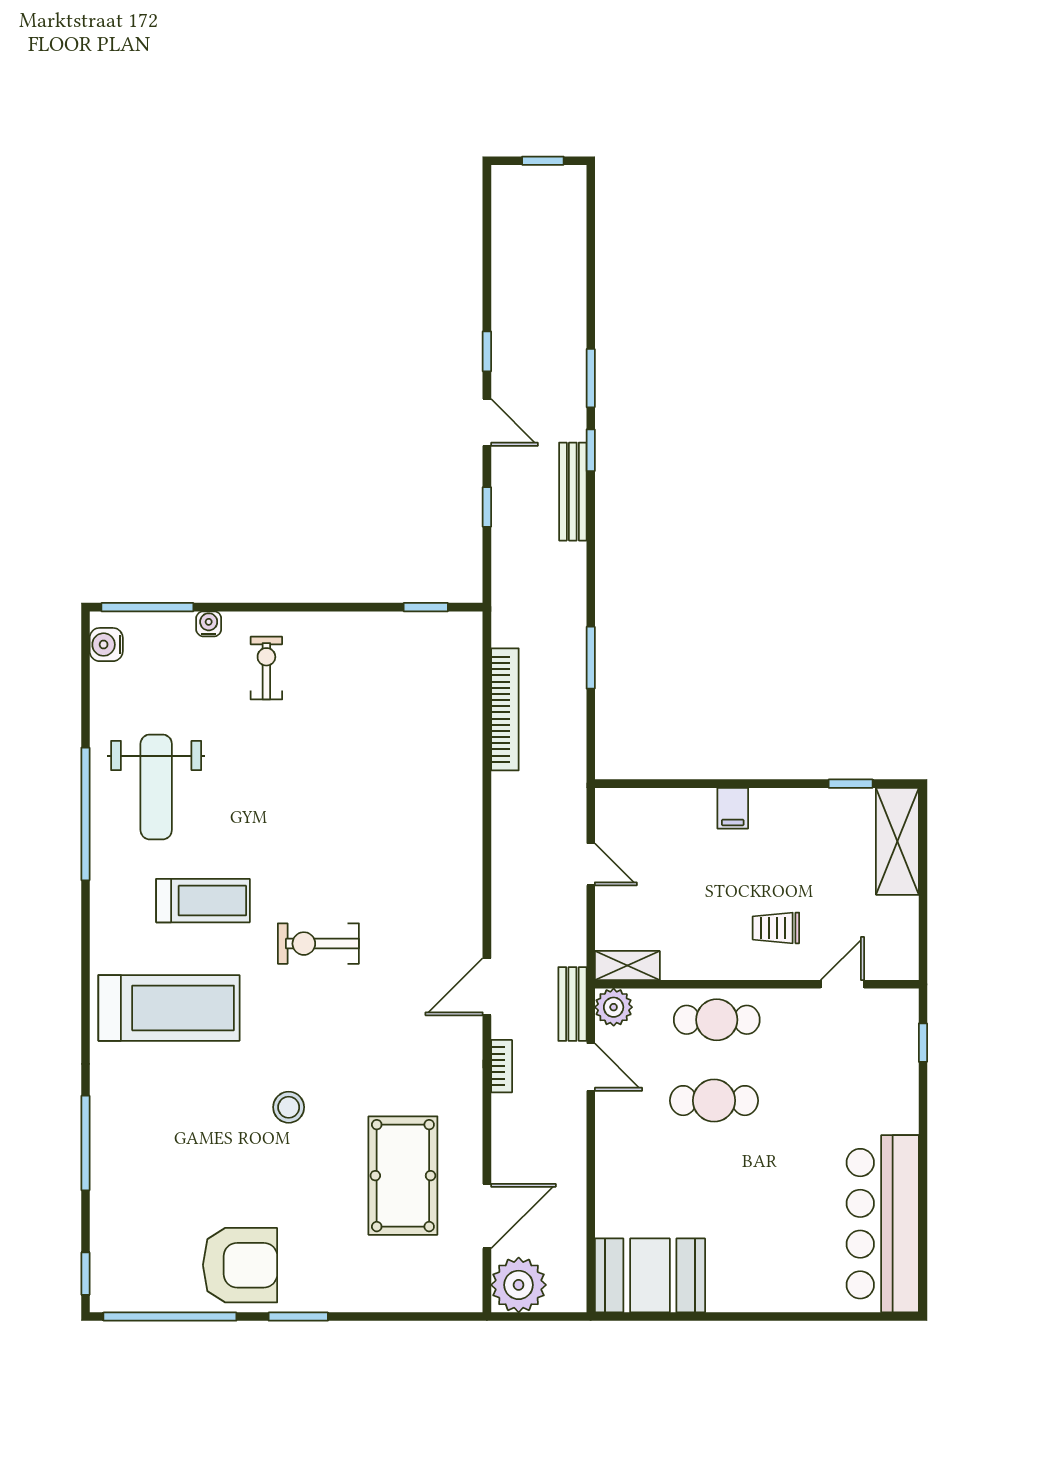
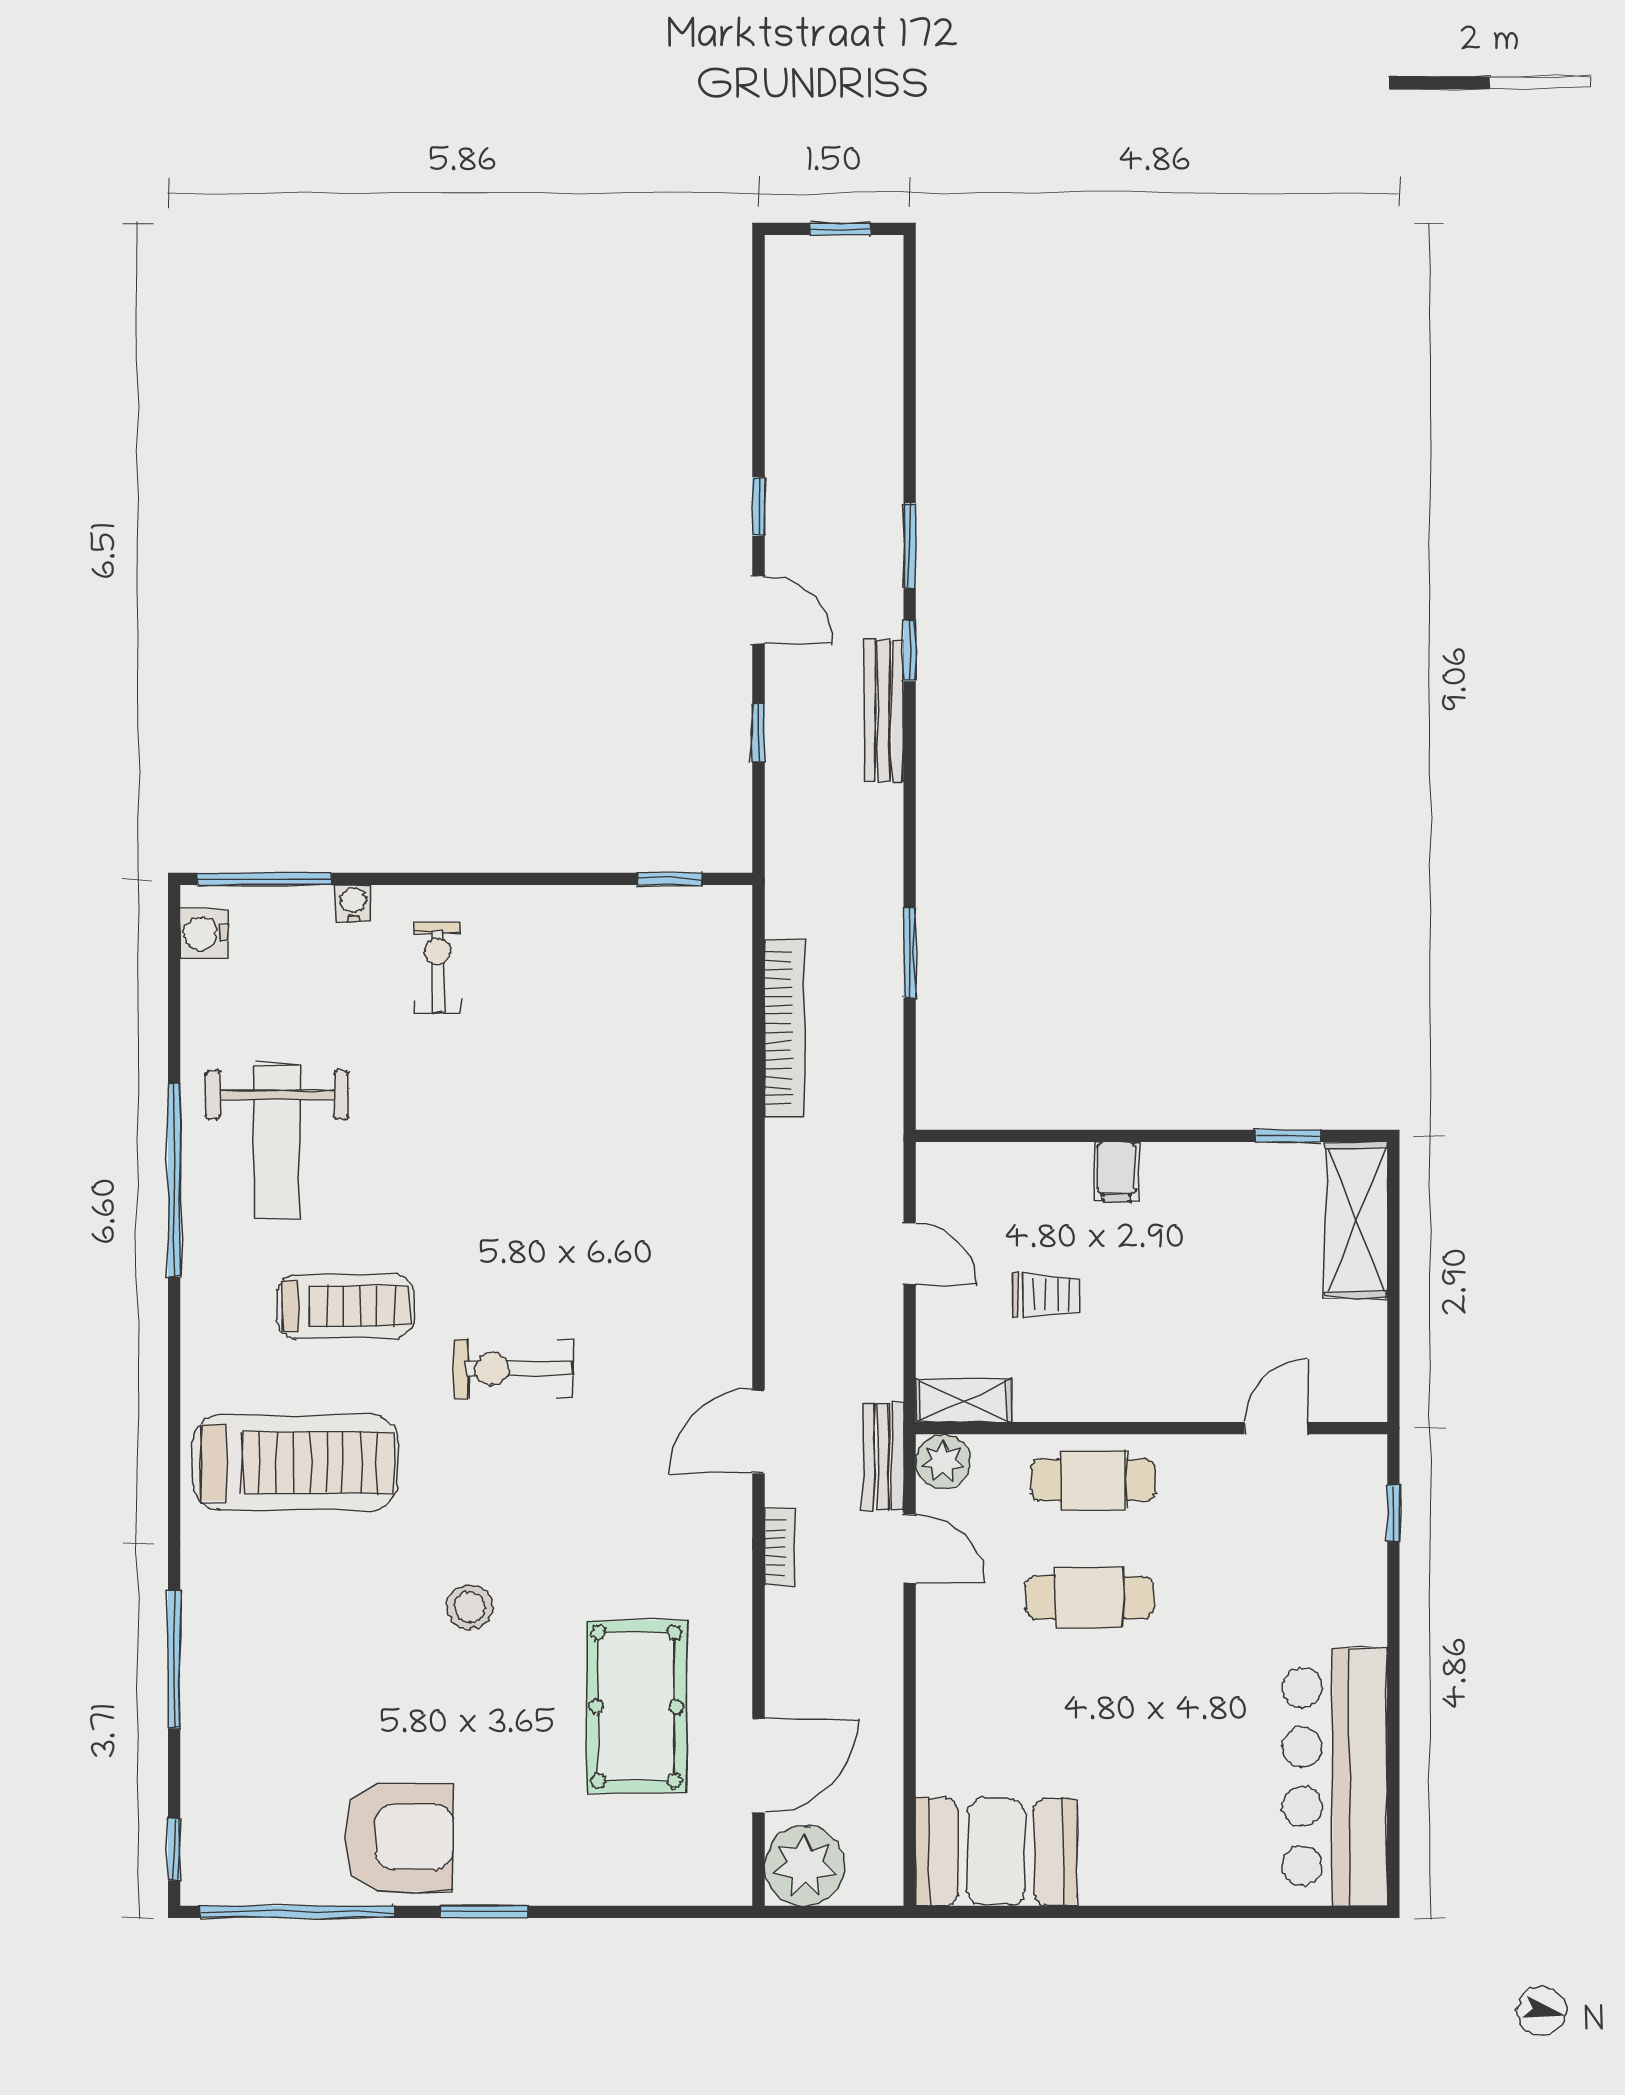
trolley: (776, 928) -> (1047, 1295), moved, turned 180

